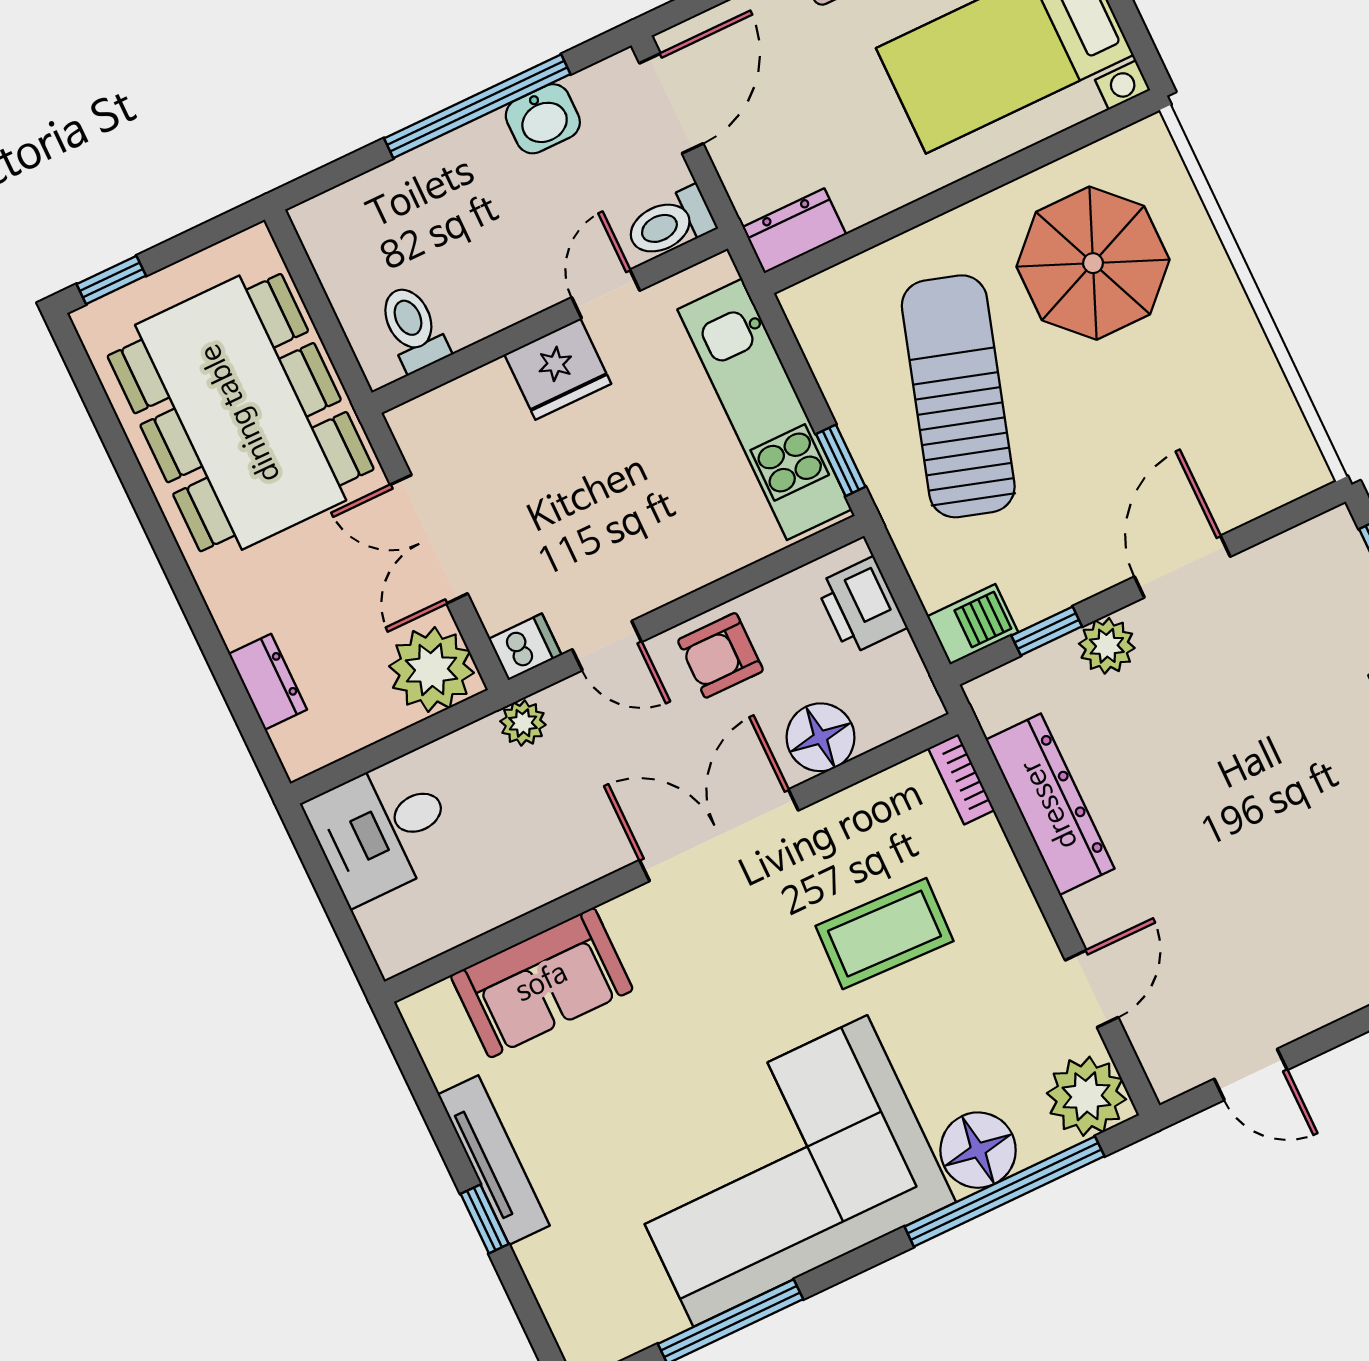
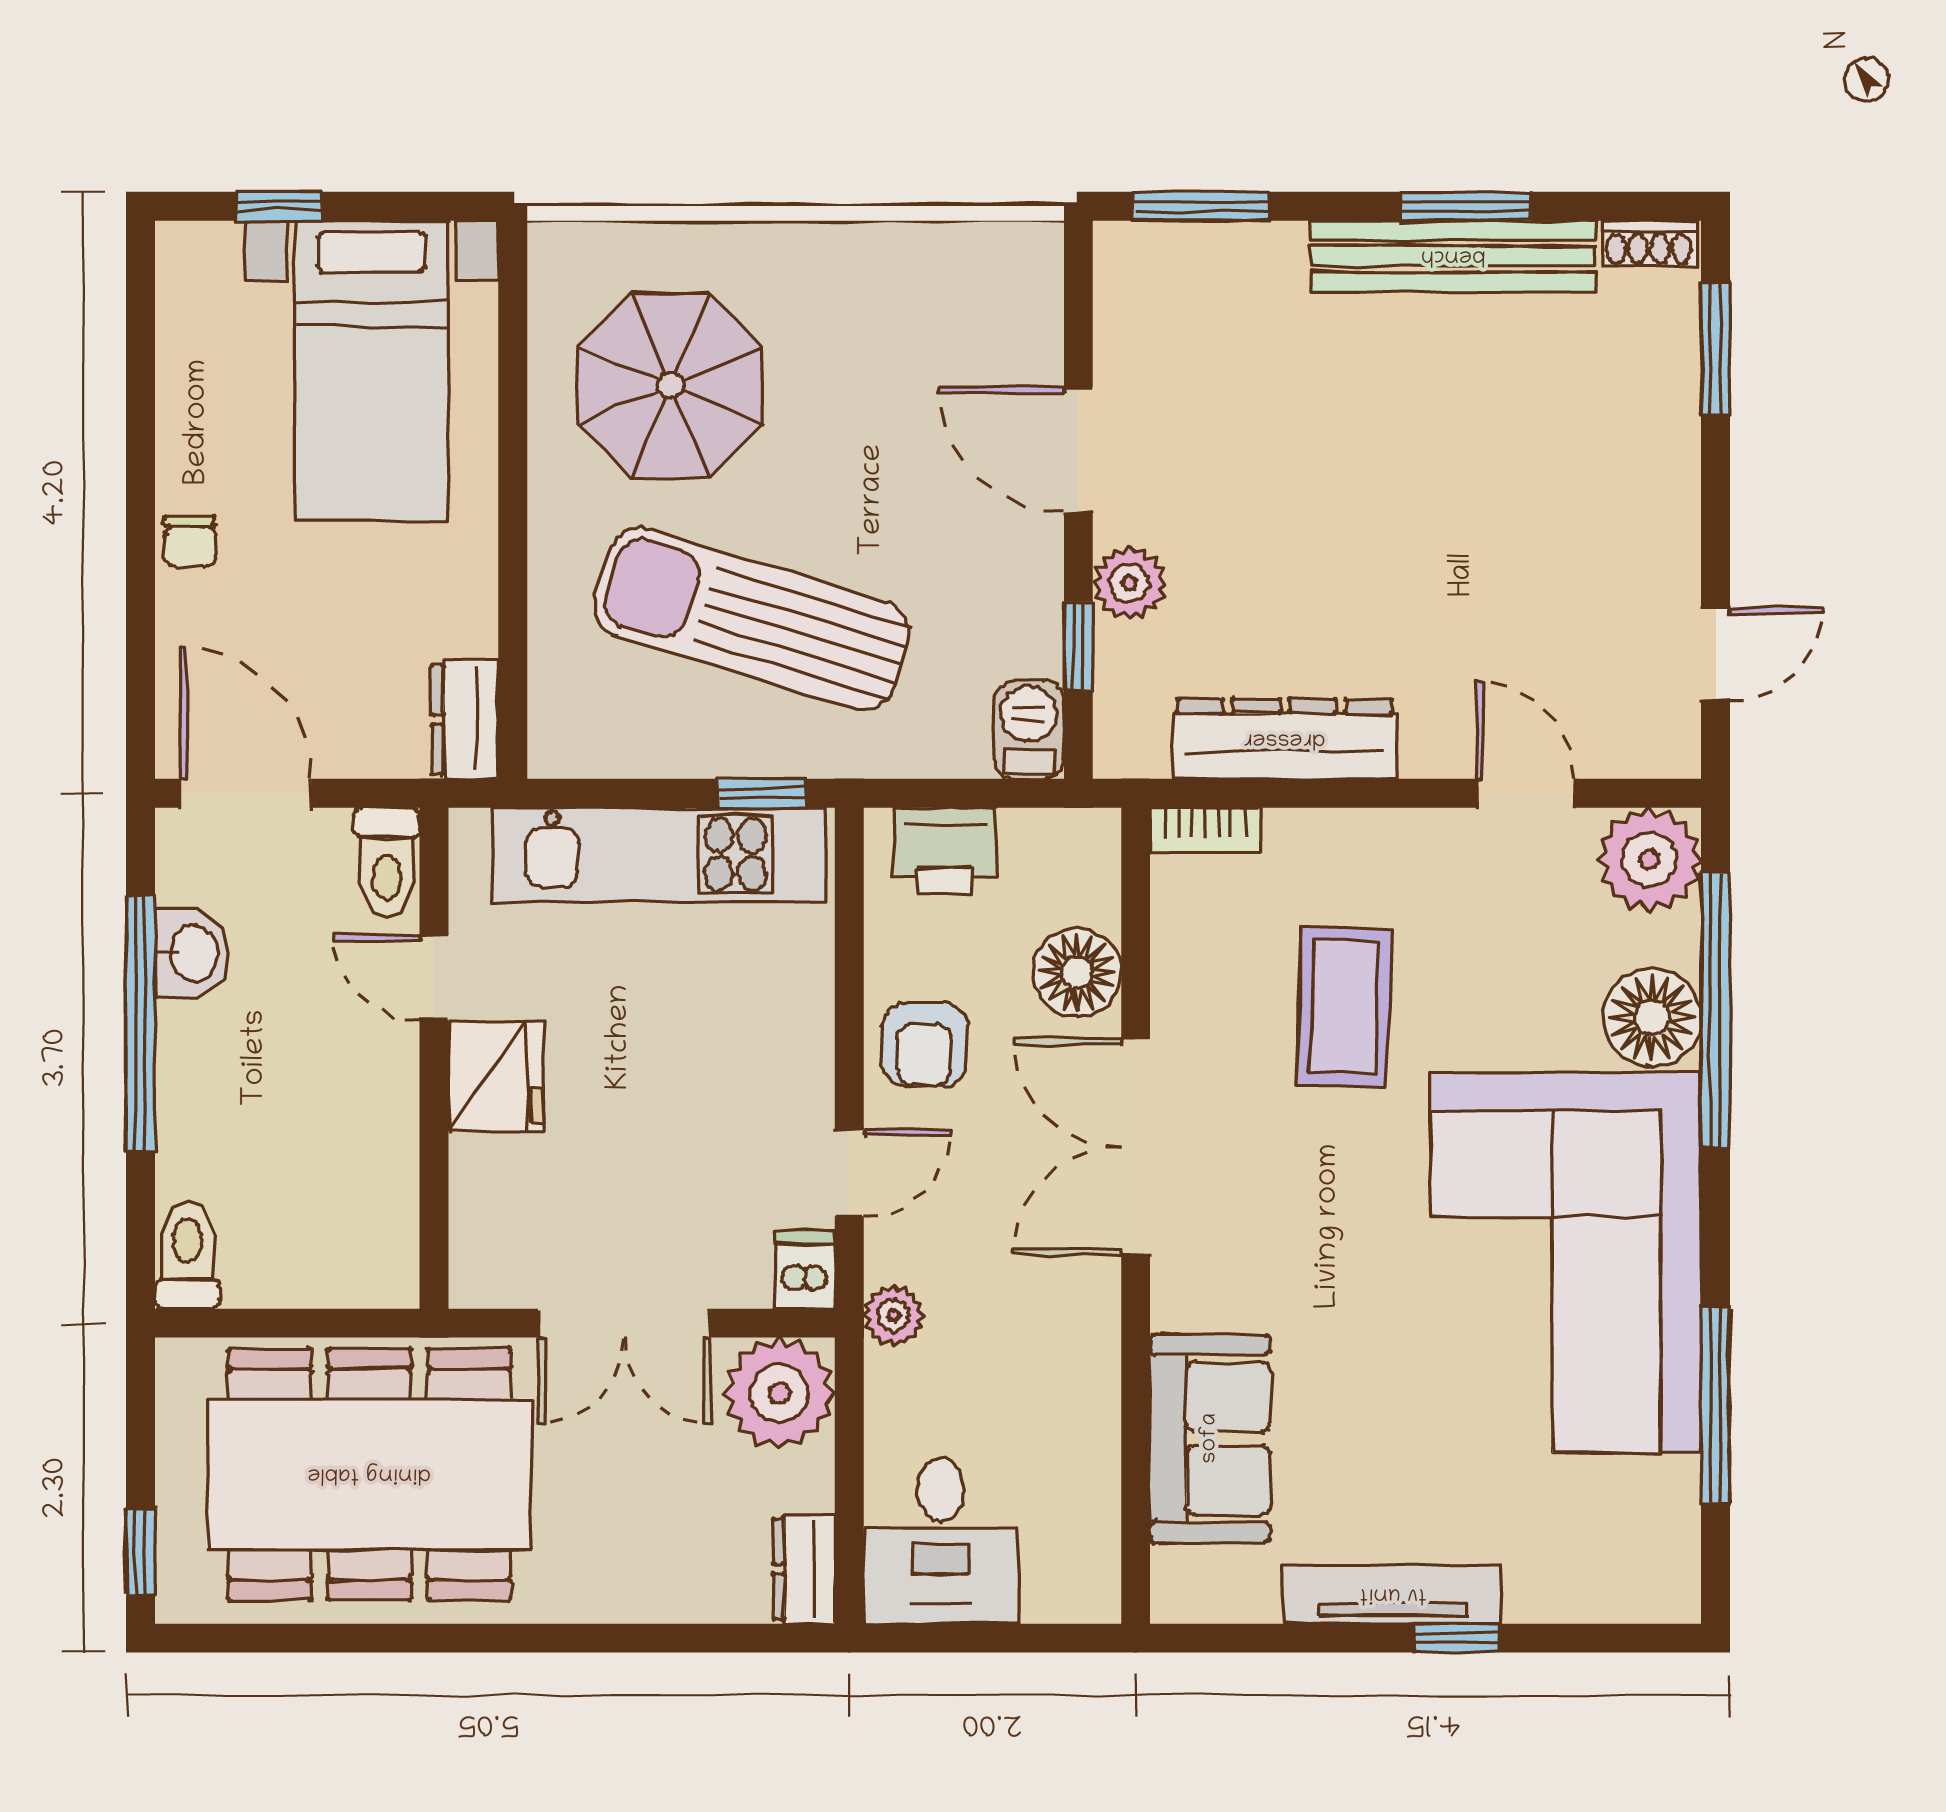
toilet: (413, 328) -> (187, 1255), moved, turned 90
dresser: (268, 682) -> (804, 1569), moved, turned -90

